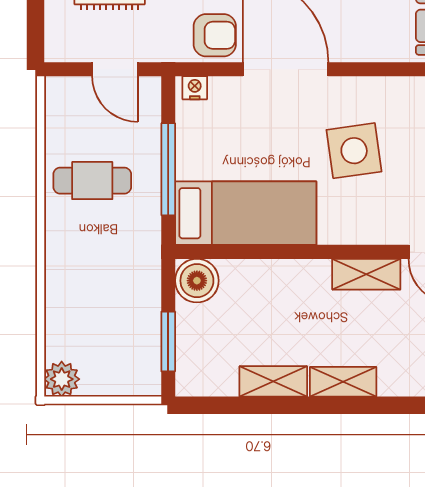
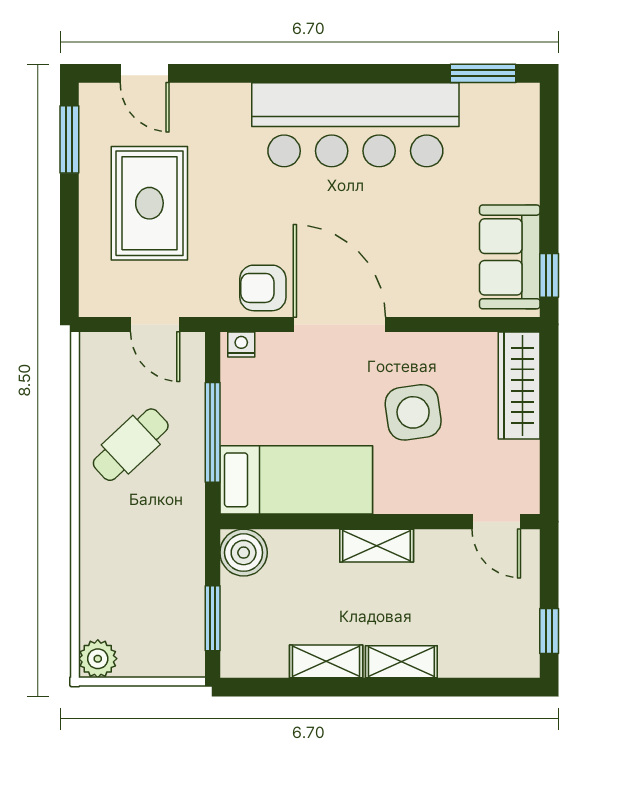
armchair: (215, 35) -> (263, 288), turned 180
cafe table: (92, 181) -> (131, 445), turned -43
shelving: (366, 274) -> (377, 546), moved

